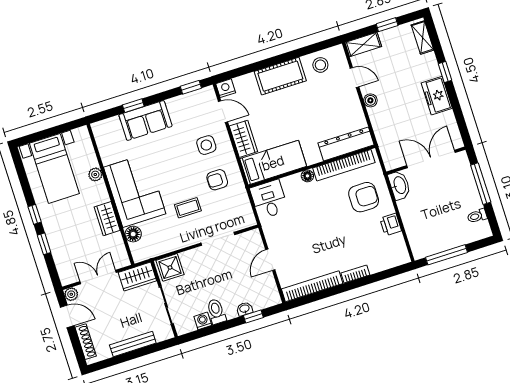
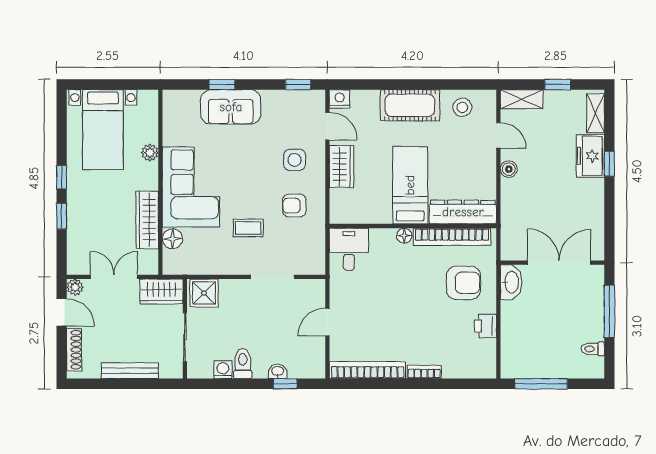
freezer: (437, 96) -> (590, 156), moved
bed: (273, 163) -> (410, 185), moved, turned -90
wardrobe: (107, 219) -> (147, 220), width x1.50

